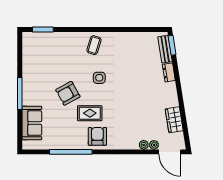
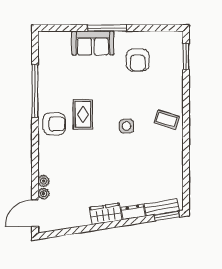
armchair: (68, 93) -> (138, 60), moved, turned -151
wardrobe: (174, 120) -> (106, 214), moved
sofa: (32, 123) -> (93, 43), moved

